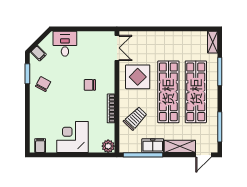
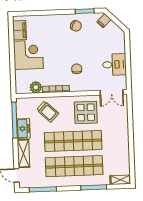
desk: (65, 44) -> (114, 65), moved
filing cabinet: (40, 146) -> (20, 30), width x2.00
plant: (108, 146) -> (36, 87), moved

